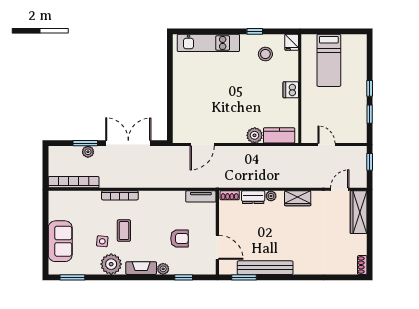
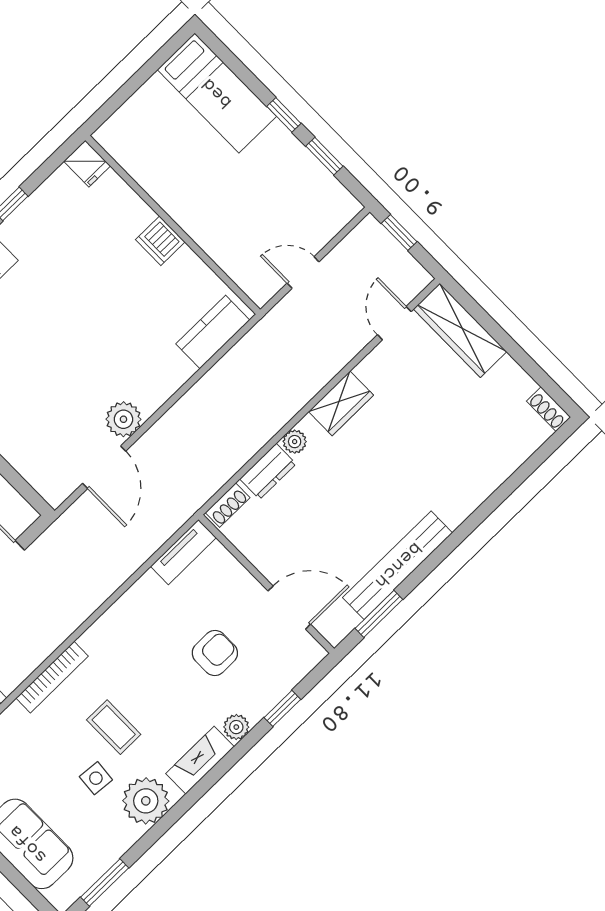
stool: (265, 54) -> (63, 223), removed
bed: (329, 60) -> (217, 93), moved
plant: (255, 135) -> (123, 419), moved

